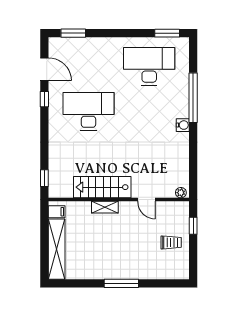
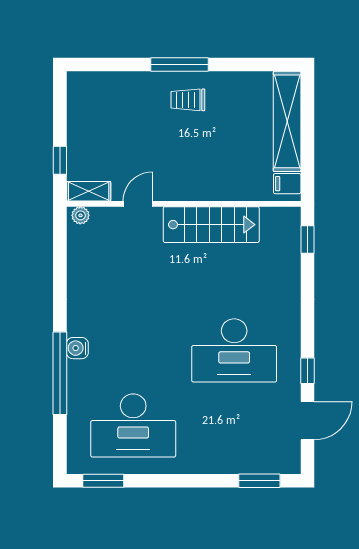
door: (44, 69) -> (307, 421), swing flipped
water cooler: (183, 125) -> (77, 348), moved
door: (146, 200) -> (138, 204), hinge flipped
shelving: (105, 207) -> (89, 191), moved
trolley: (171, 242) -> (188, 100), moved

